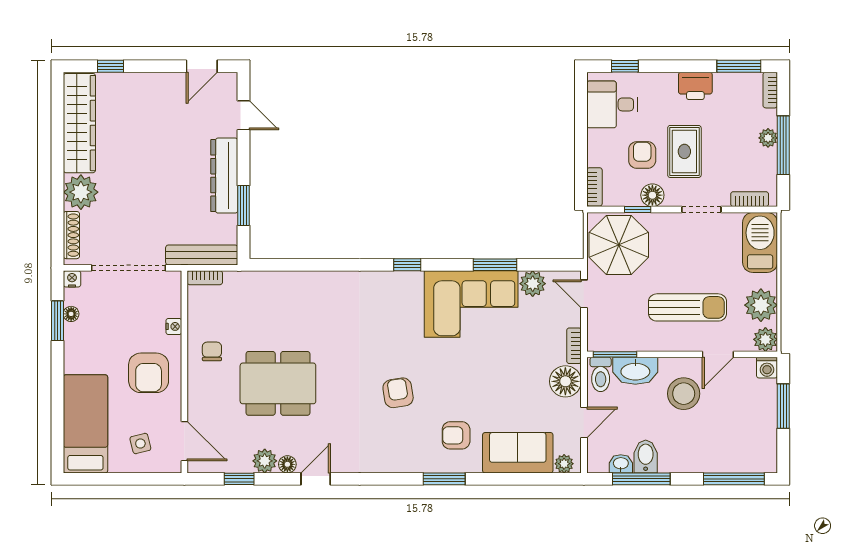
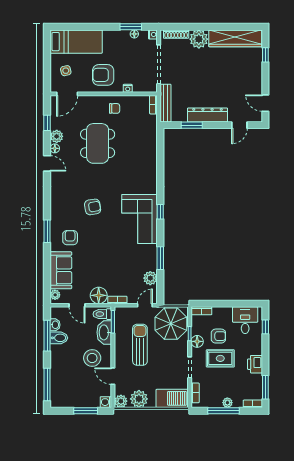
corner sofa: (471, 304) -> (140, 219), moved
sun lounger: (688, 307) -> (140, 345), moved, turned 180

